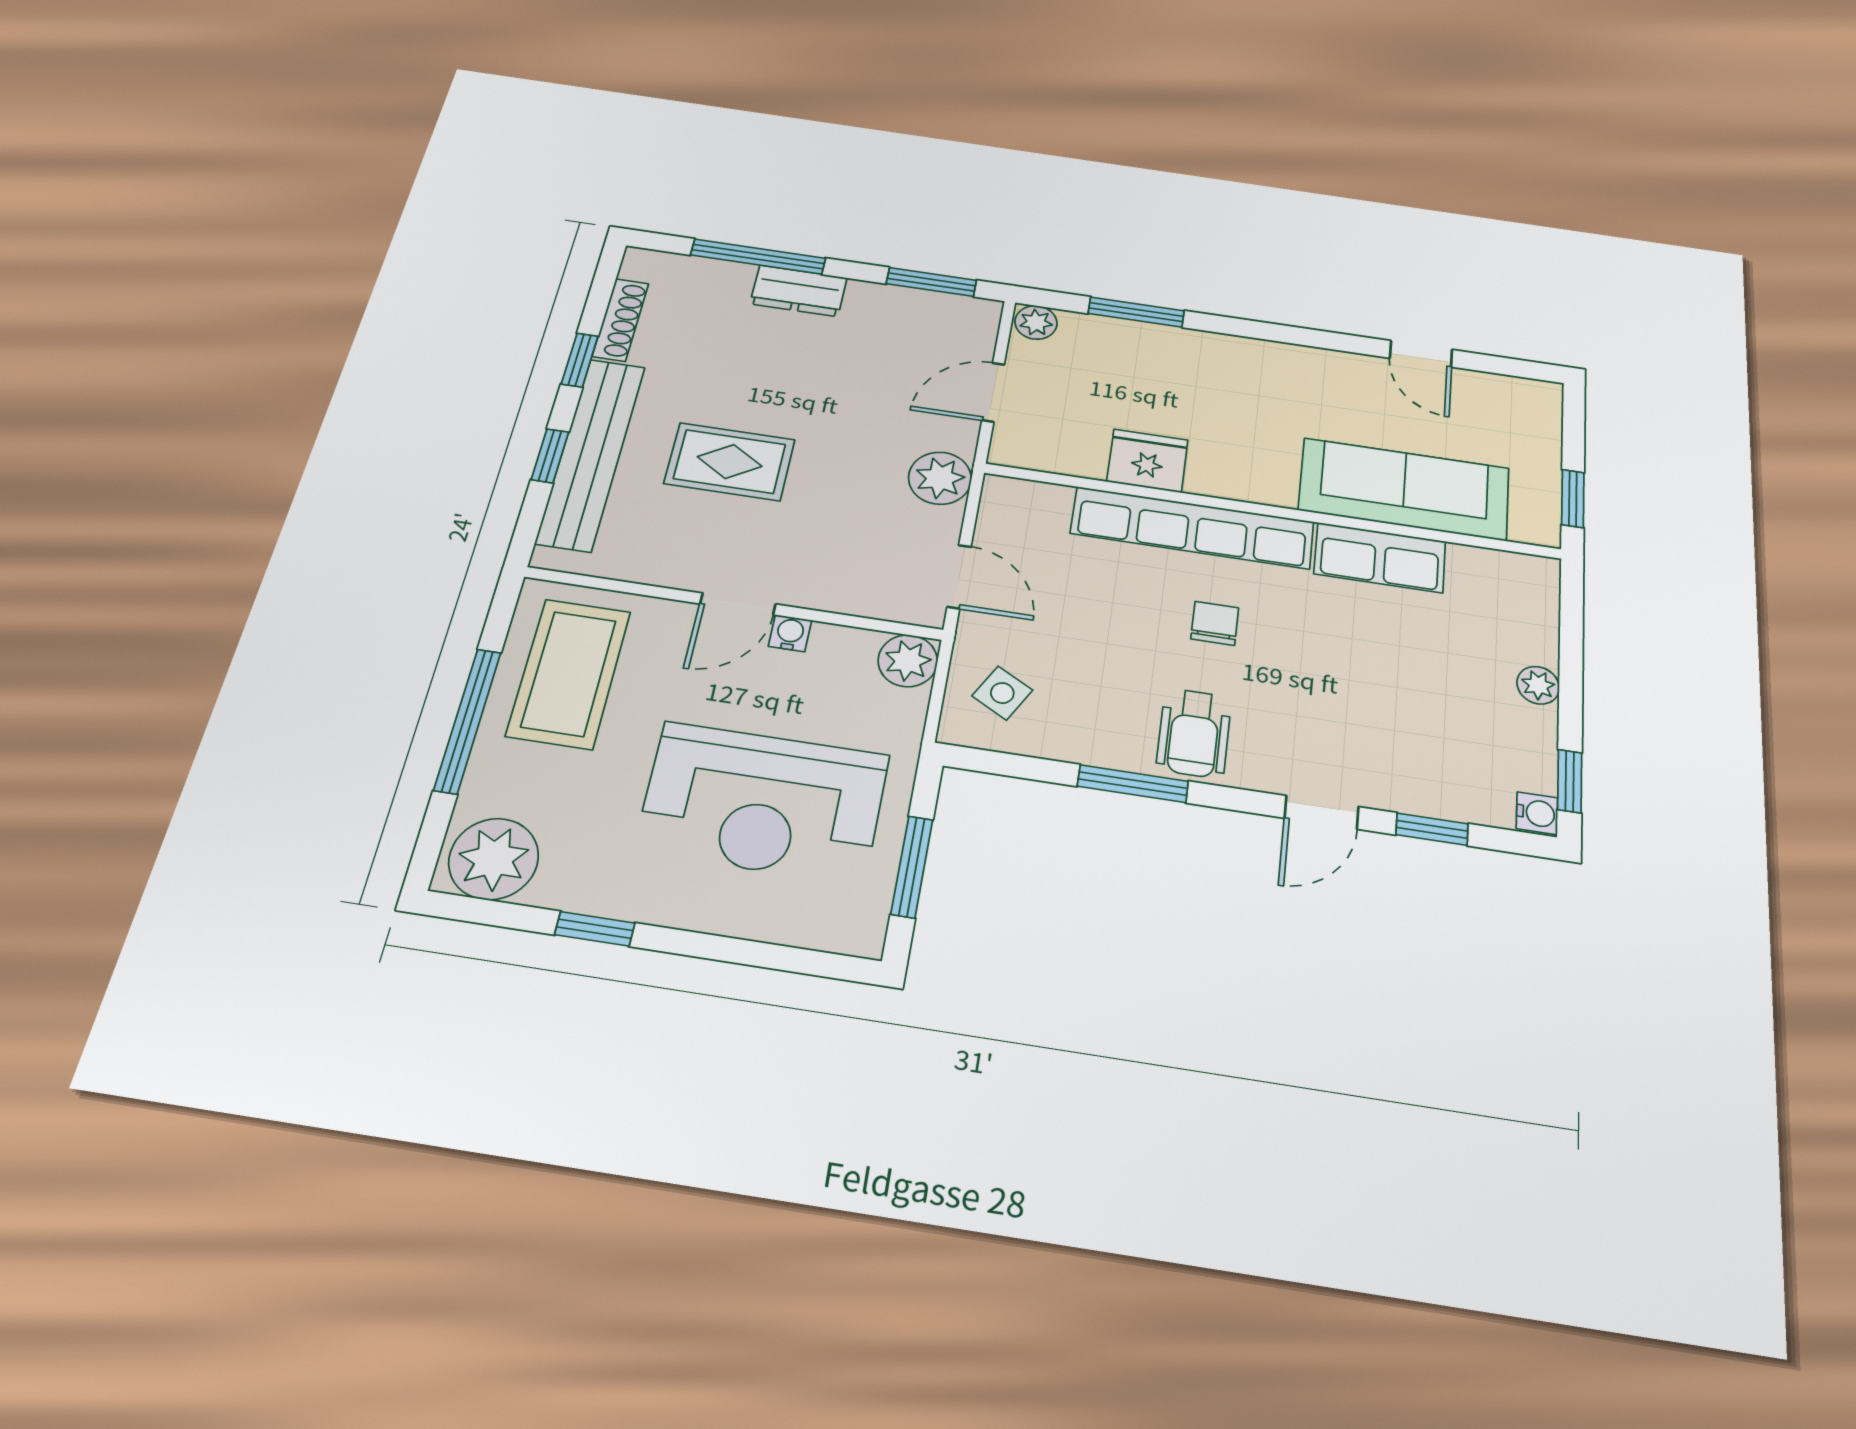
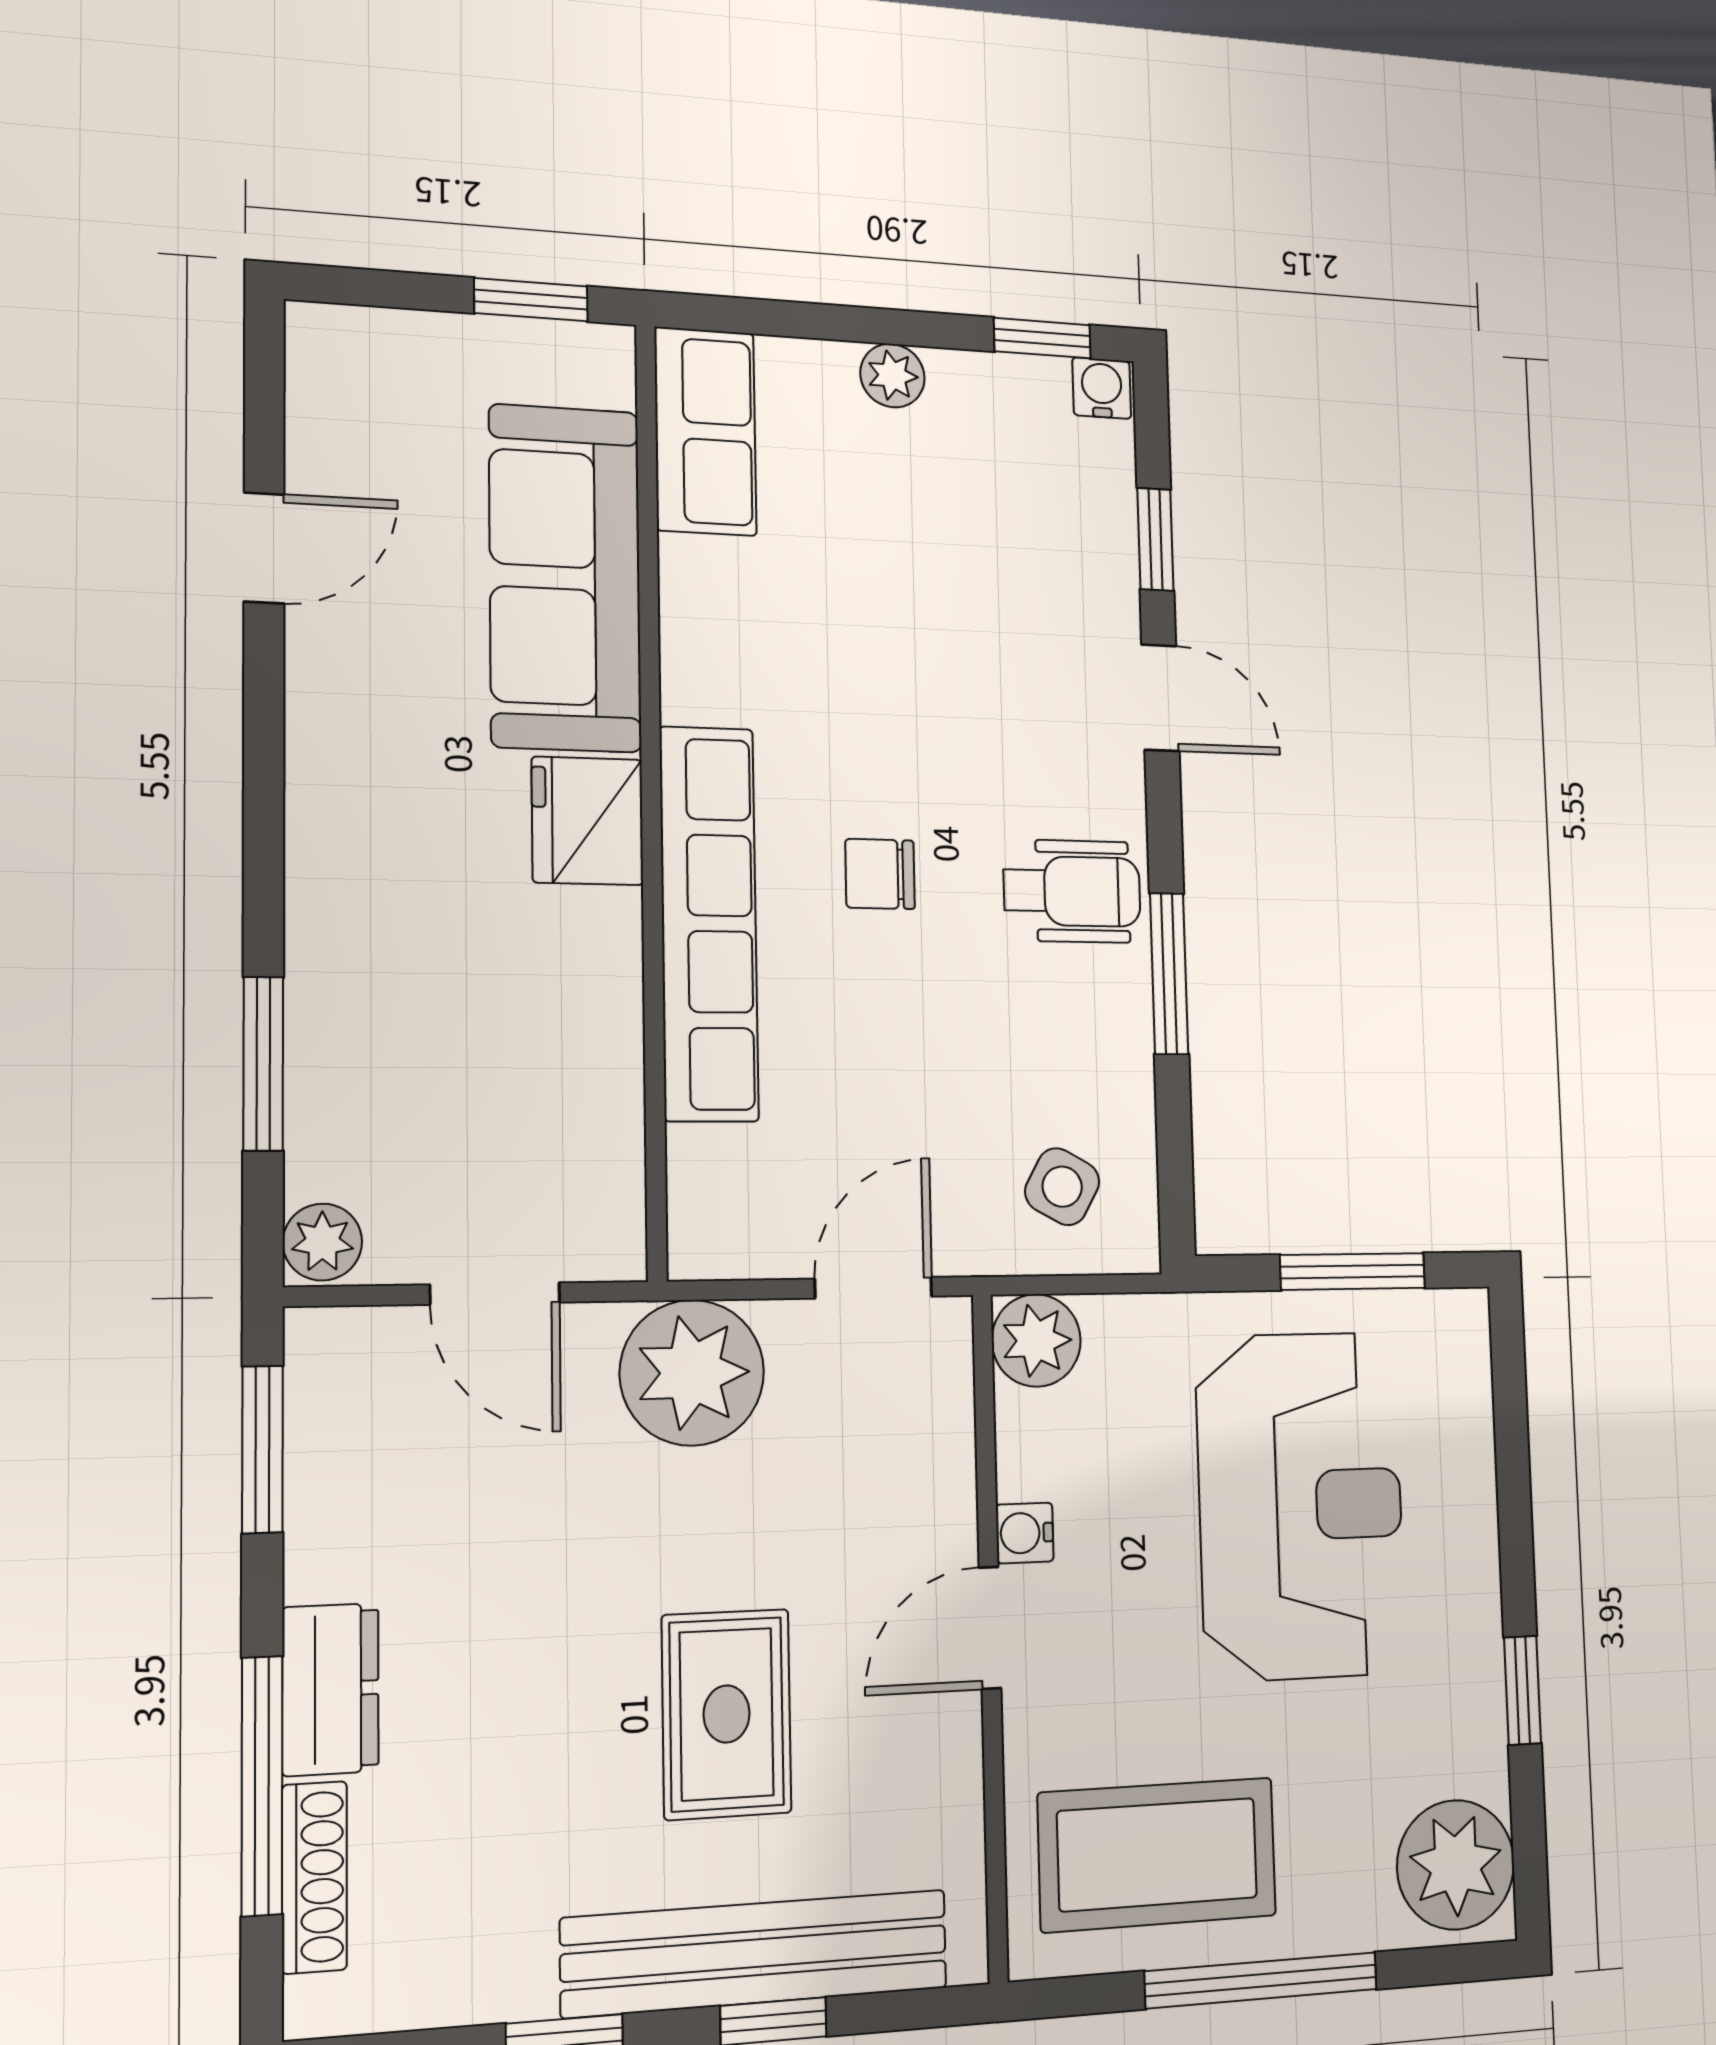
shoe rack: (620, 320) -> (314, 1877), moved, turned 90
fridge: (1147, 461) -> (587, 821), moved
plant: (940, 478) -> (692, 1373), width x1.36, depth x1.36
row of seats: (1380, 558) -> (705, 431), moved
door: (738, 604) -> (990, 1628), swing flipped

